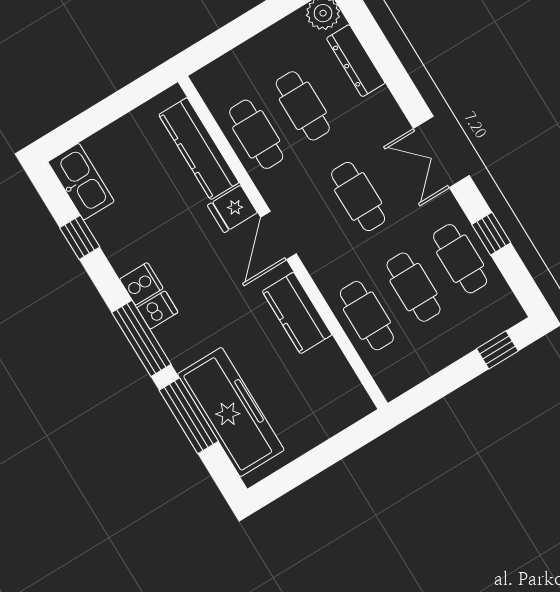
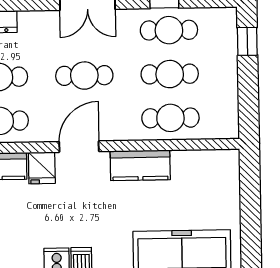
door: (279, 236) -> (79, 147), swing flipped

